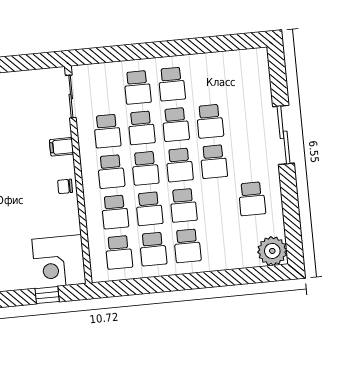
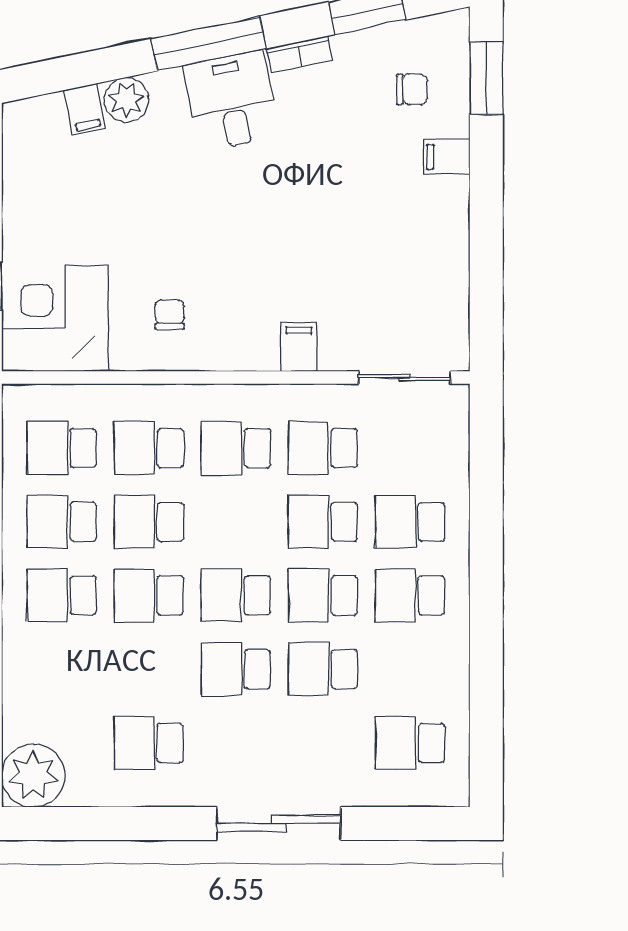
school desk: (145, 168) -> (410, 743), moved
chair: (65, 186) -> (170, 315), moved

